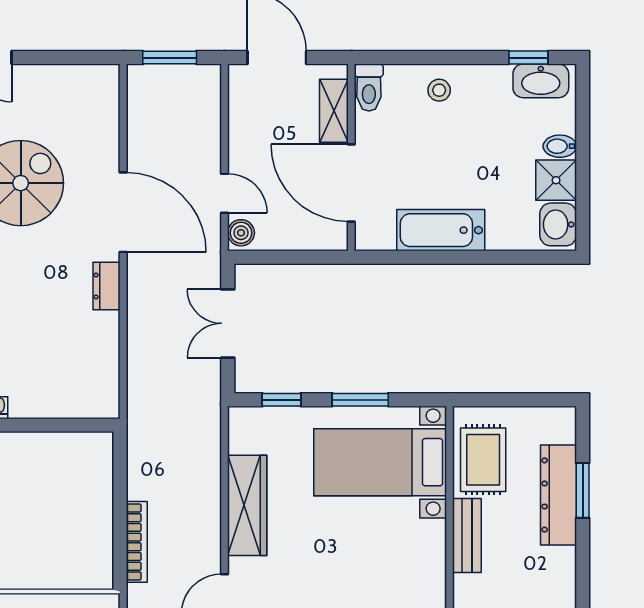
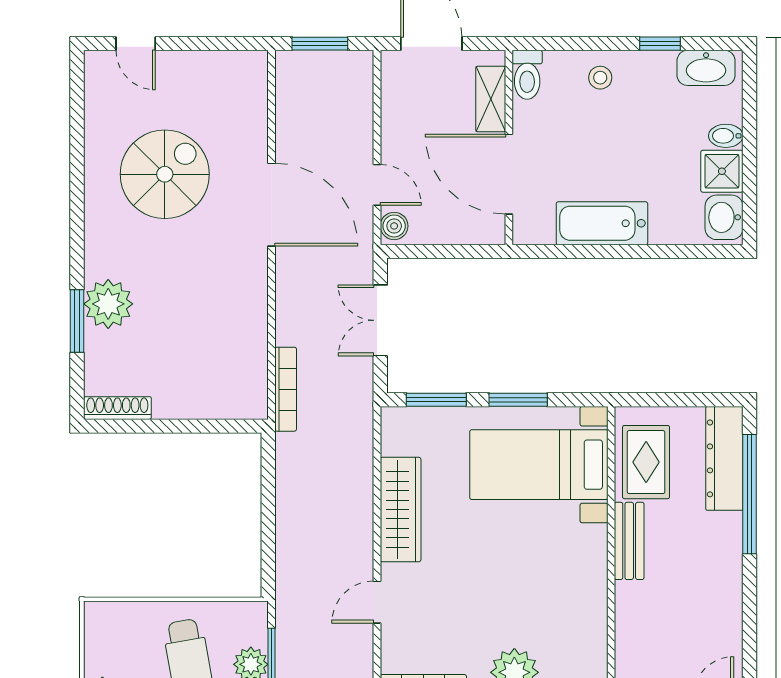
window: (528, 58) -> (660, 44), moved
dresser: (107, 286) -> (254, 281), removed
window: (281, 400) -> (436, 400), width x1.50
window: (583, 490) -> (750, 494), width x2.11
dresser: (558, 495) -> (724, 458), moved
bookcase: (137, 542) -> (286, 389), moved

